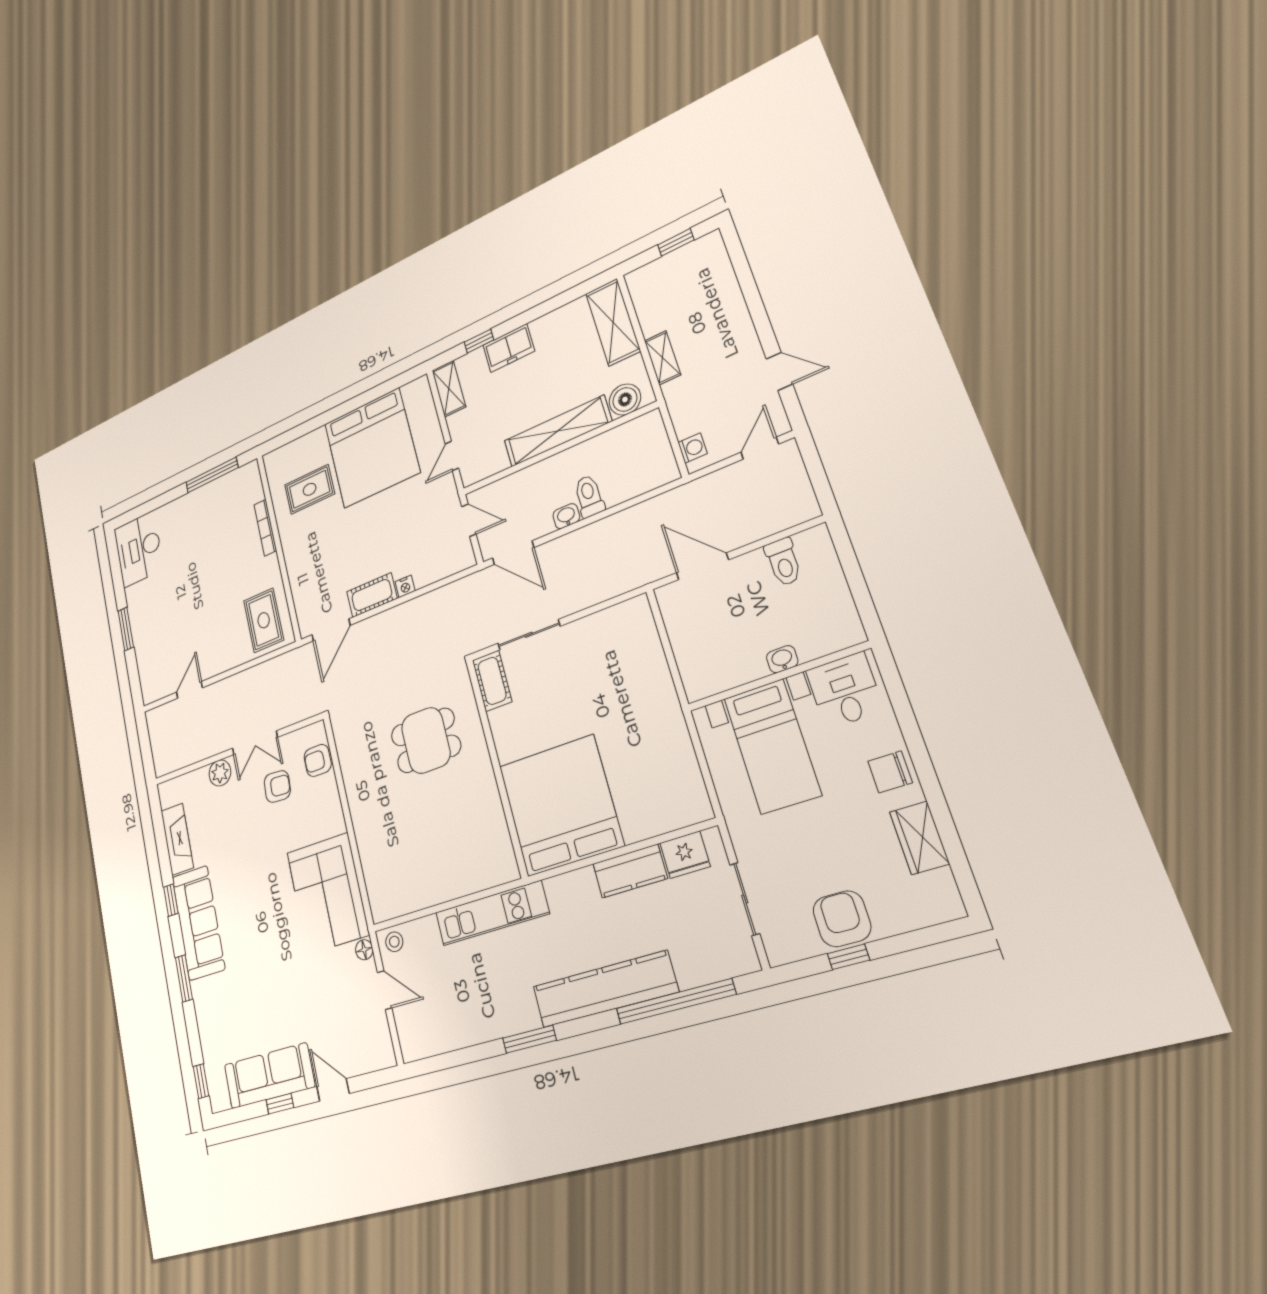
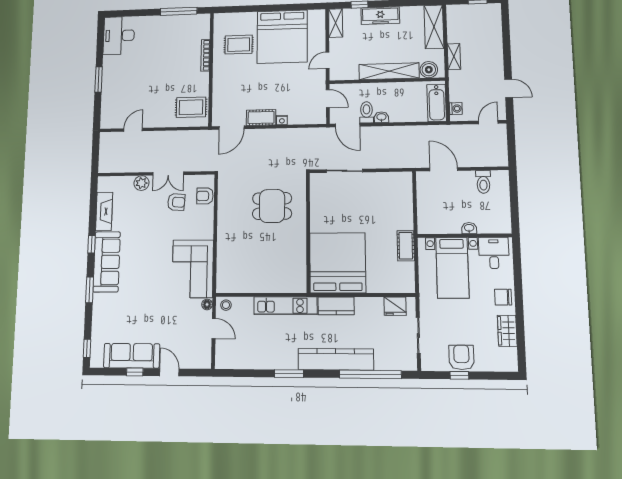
freezer: (509, 348) -> (380, 16), width x1.40
bathtub: (655, 452) -> (437, 103), added
toilet: (589, 496) -> (366, 112), moved
rug: (264, 620) -> (191, 107), turned 90
cot: (492, 681) -> (406, 246), moved
kitchen counter: (630, 871) -> (336, 306), moved

